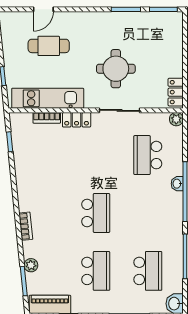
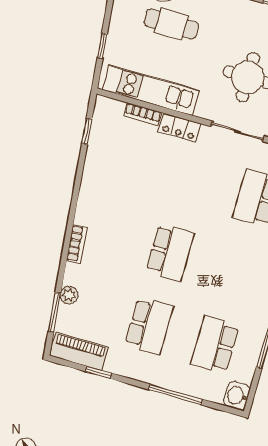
school desk: (148, 271) -> (215, 345), turned 180

